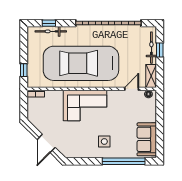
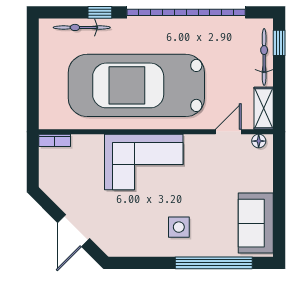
window: (49, 23) -> (100, 12), moved
window: (160, 50) -> (279, 43), moved
window: (24, 70) -> (33, 98), removed

